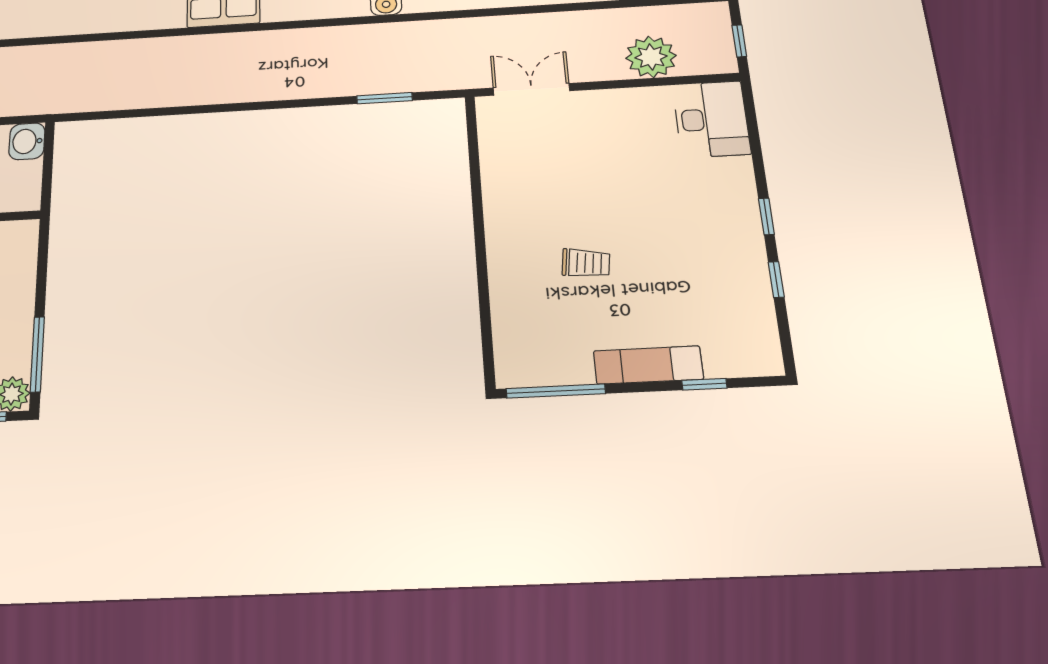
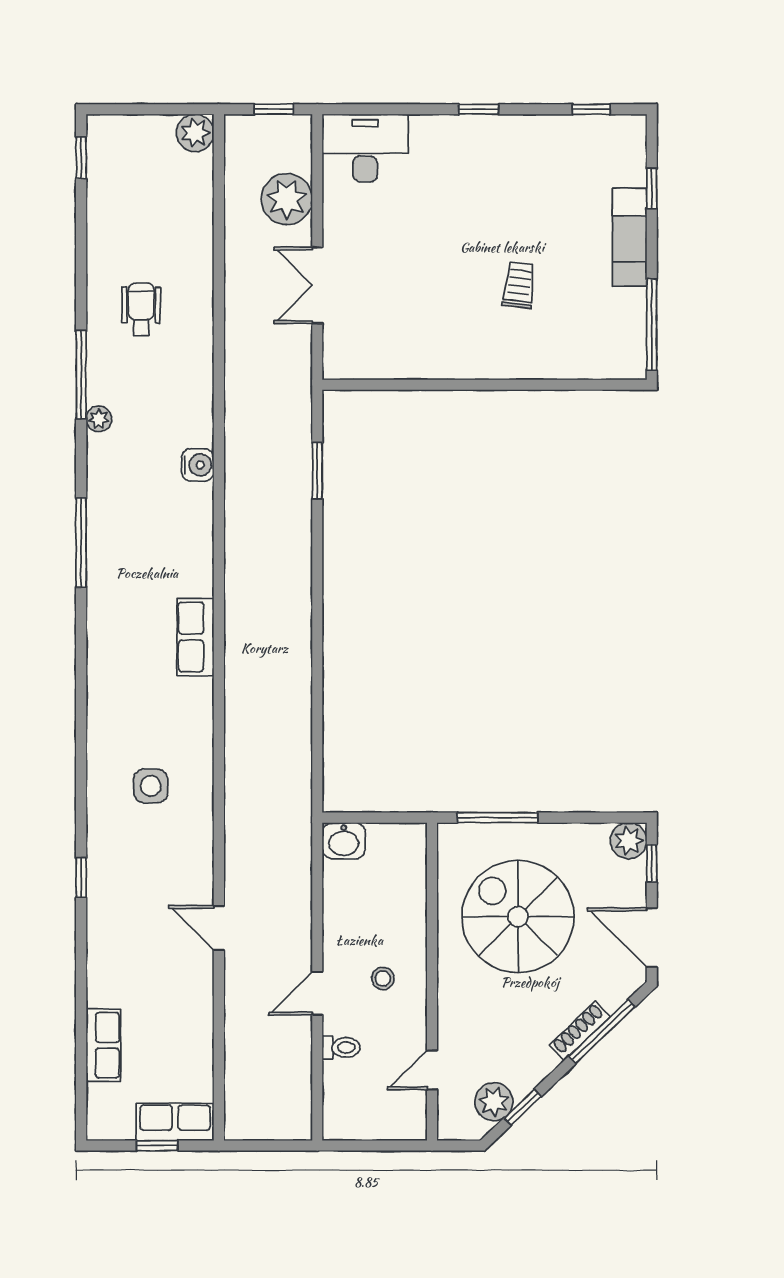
double door: (531, 89) -> (317, 285), moved
window: (776, 280) -> (591, 109), moved
window: (37, 354) -> (498, 818), moved

